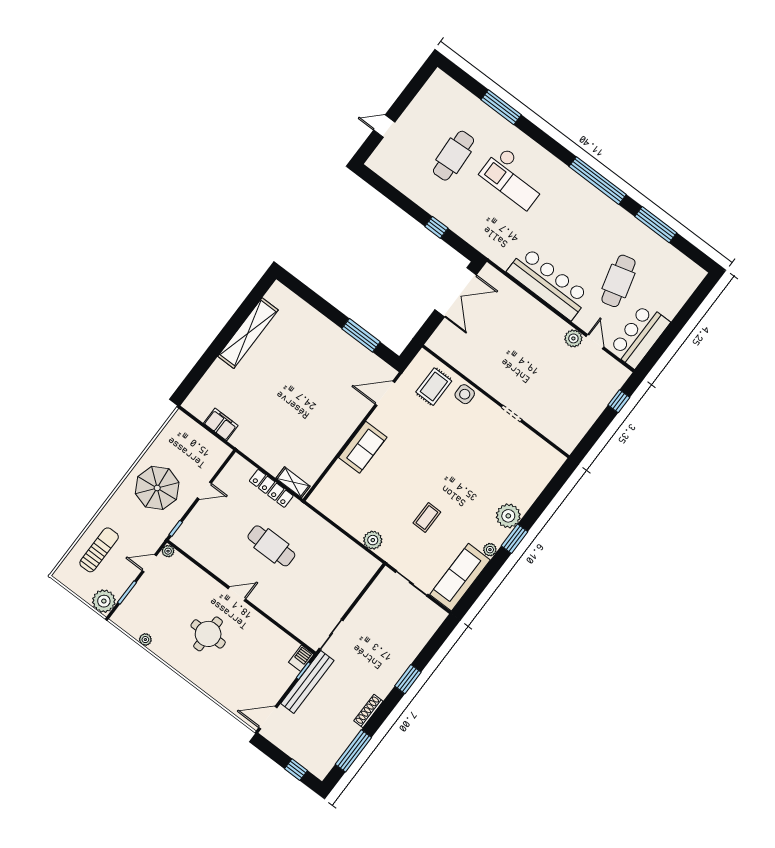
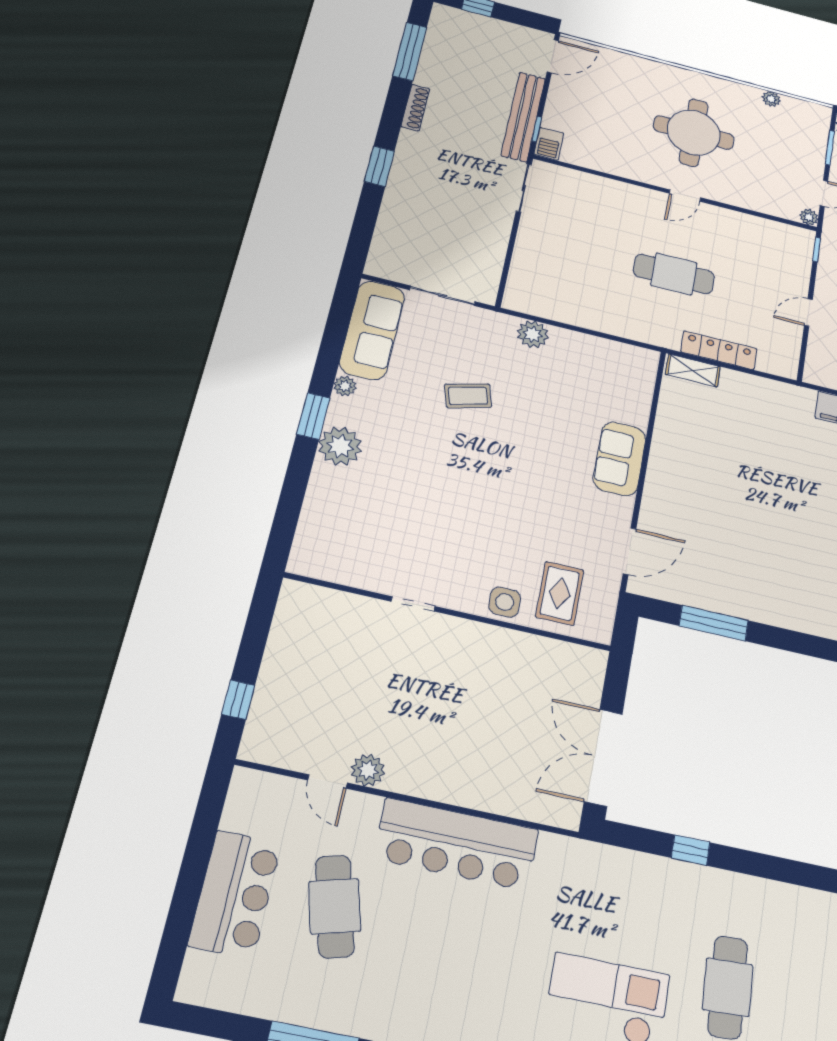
bar counter: (639, 336) -> (235, 894), moved
coffee table: (427, 518) -> (468, 396), turned 74
round table: (208, 634) -> (694, 133), width x1.36, depth x1.36

